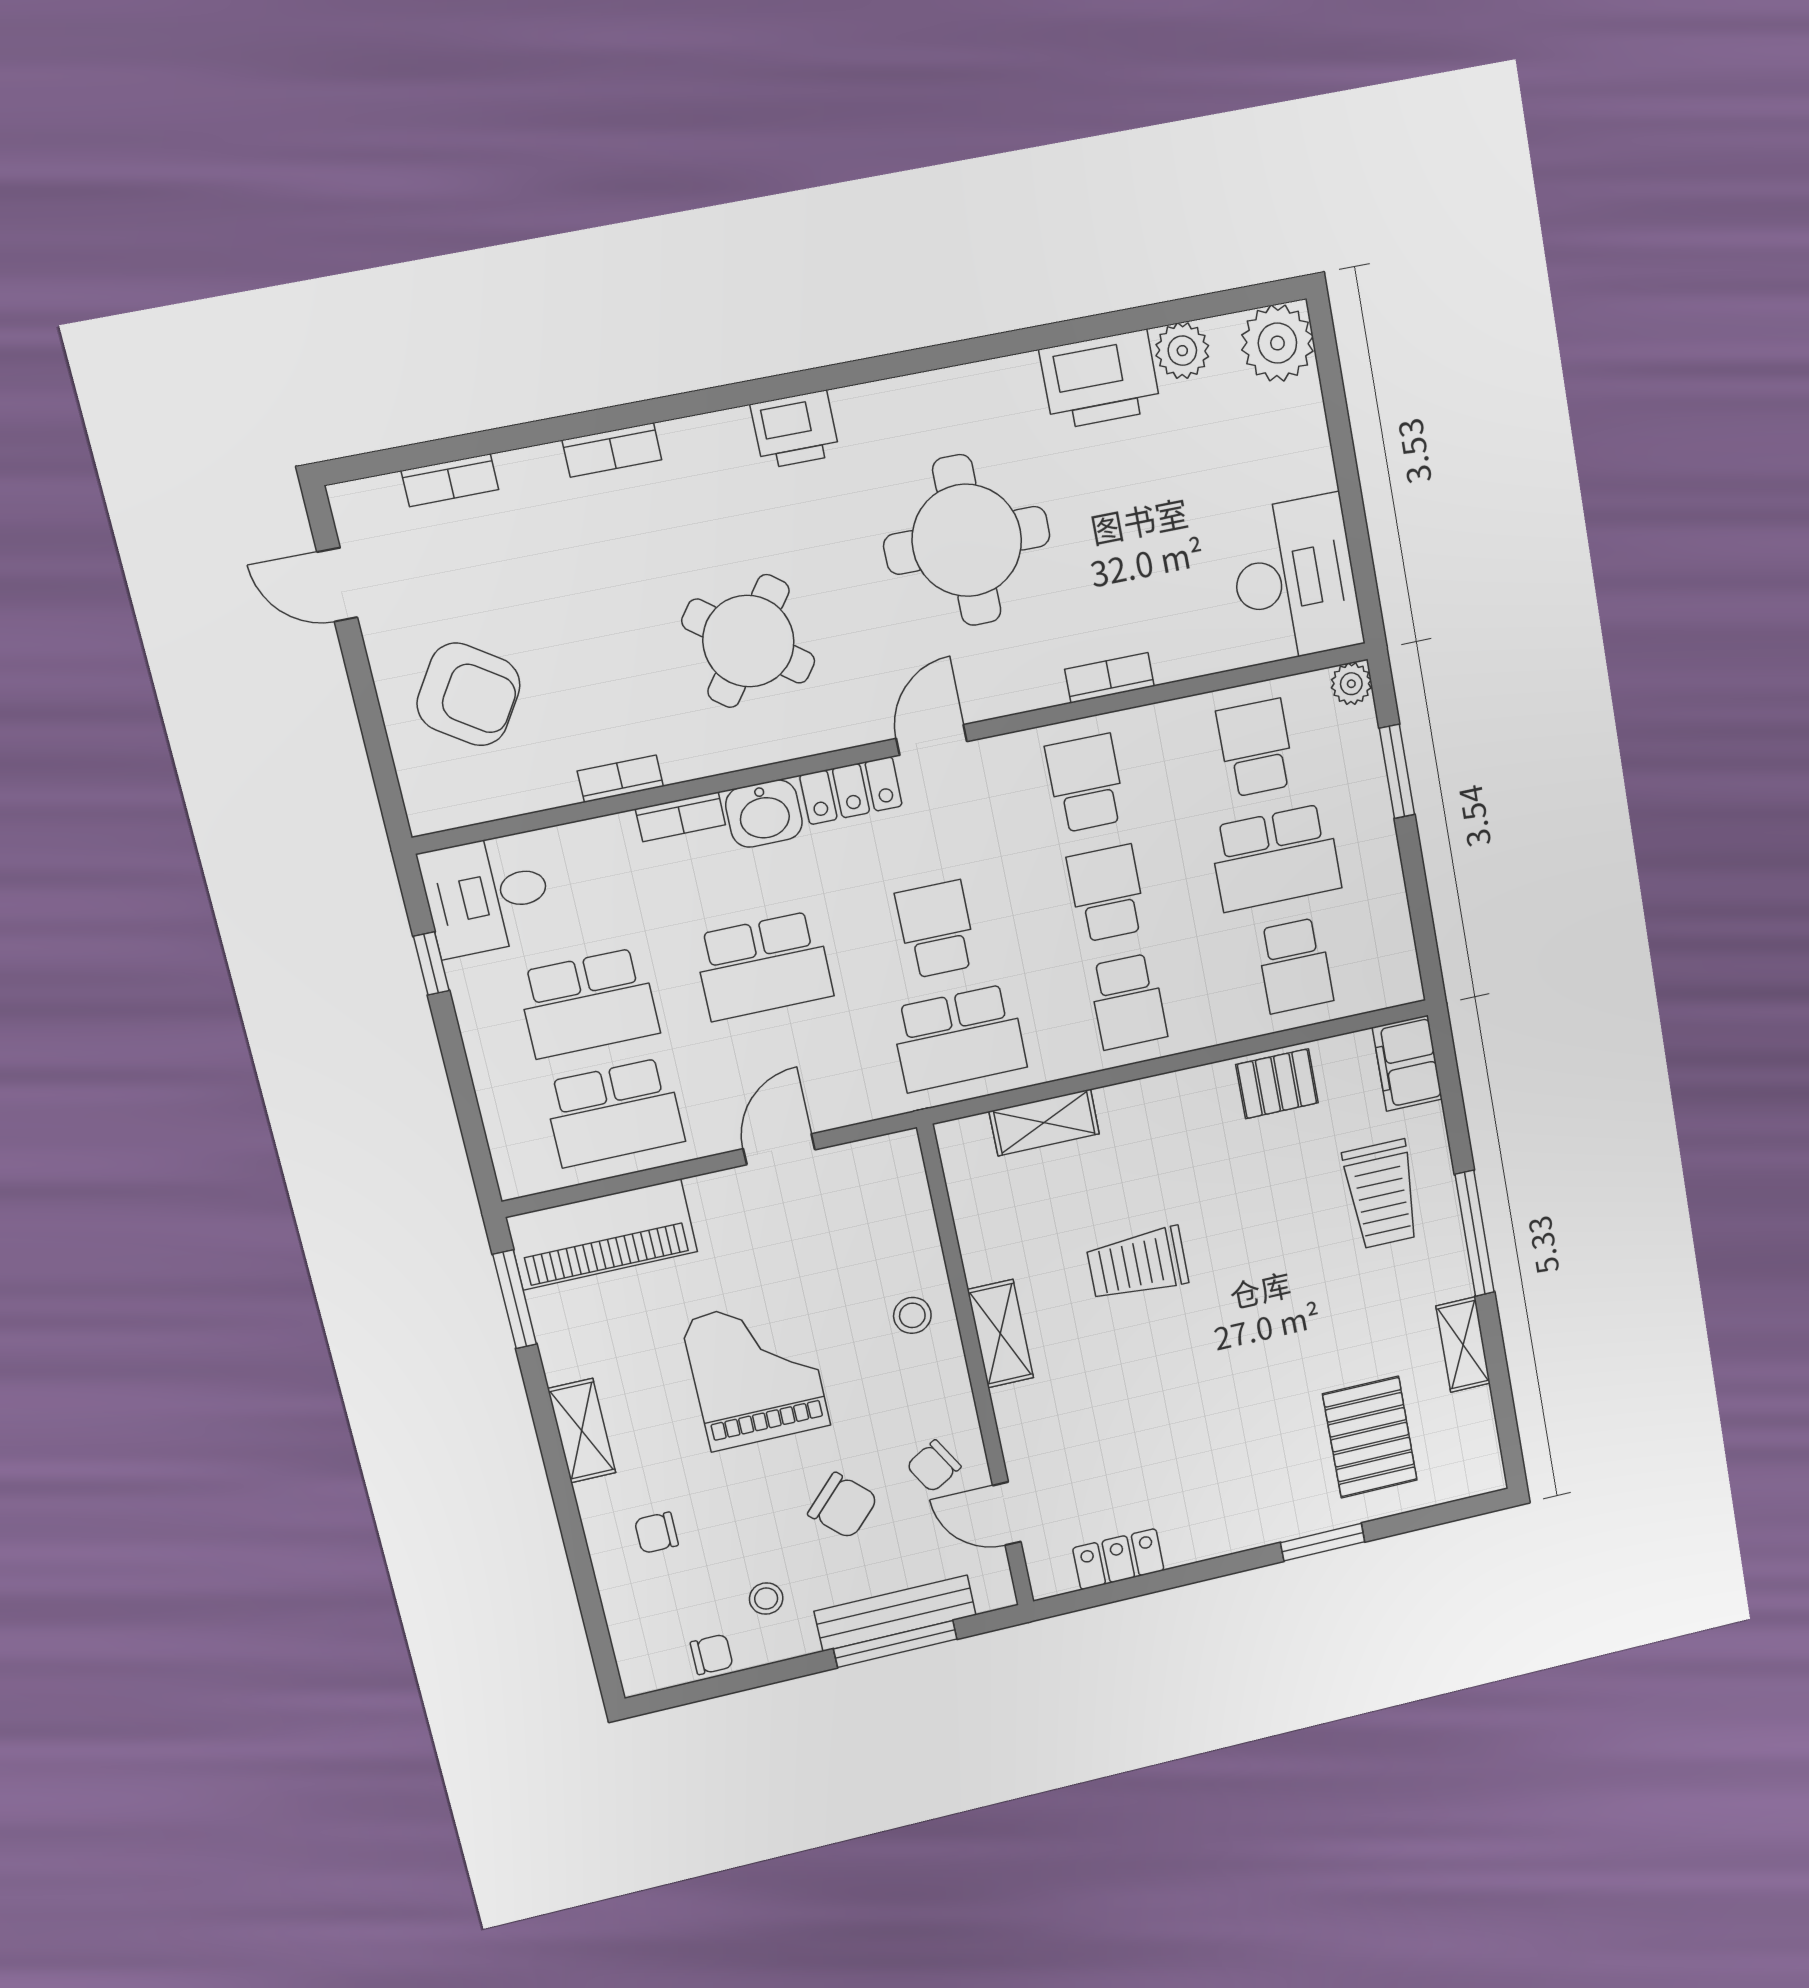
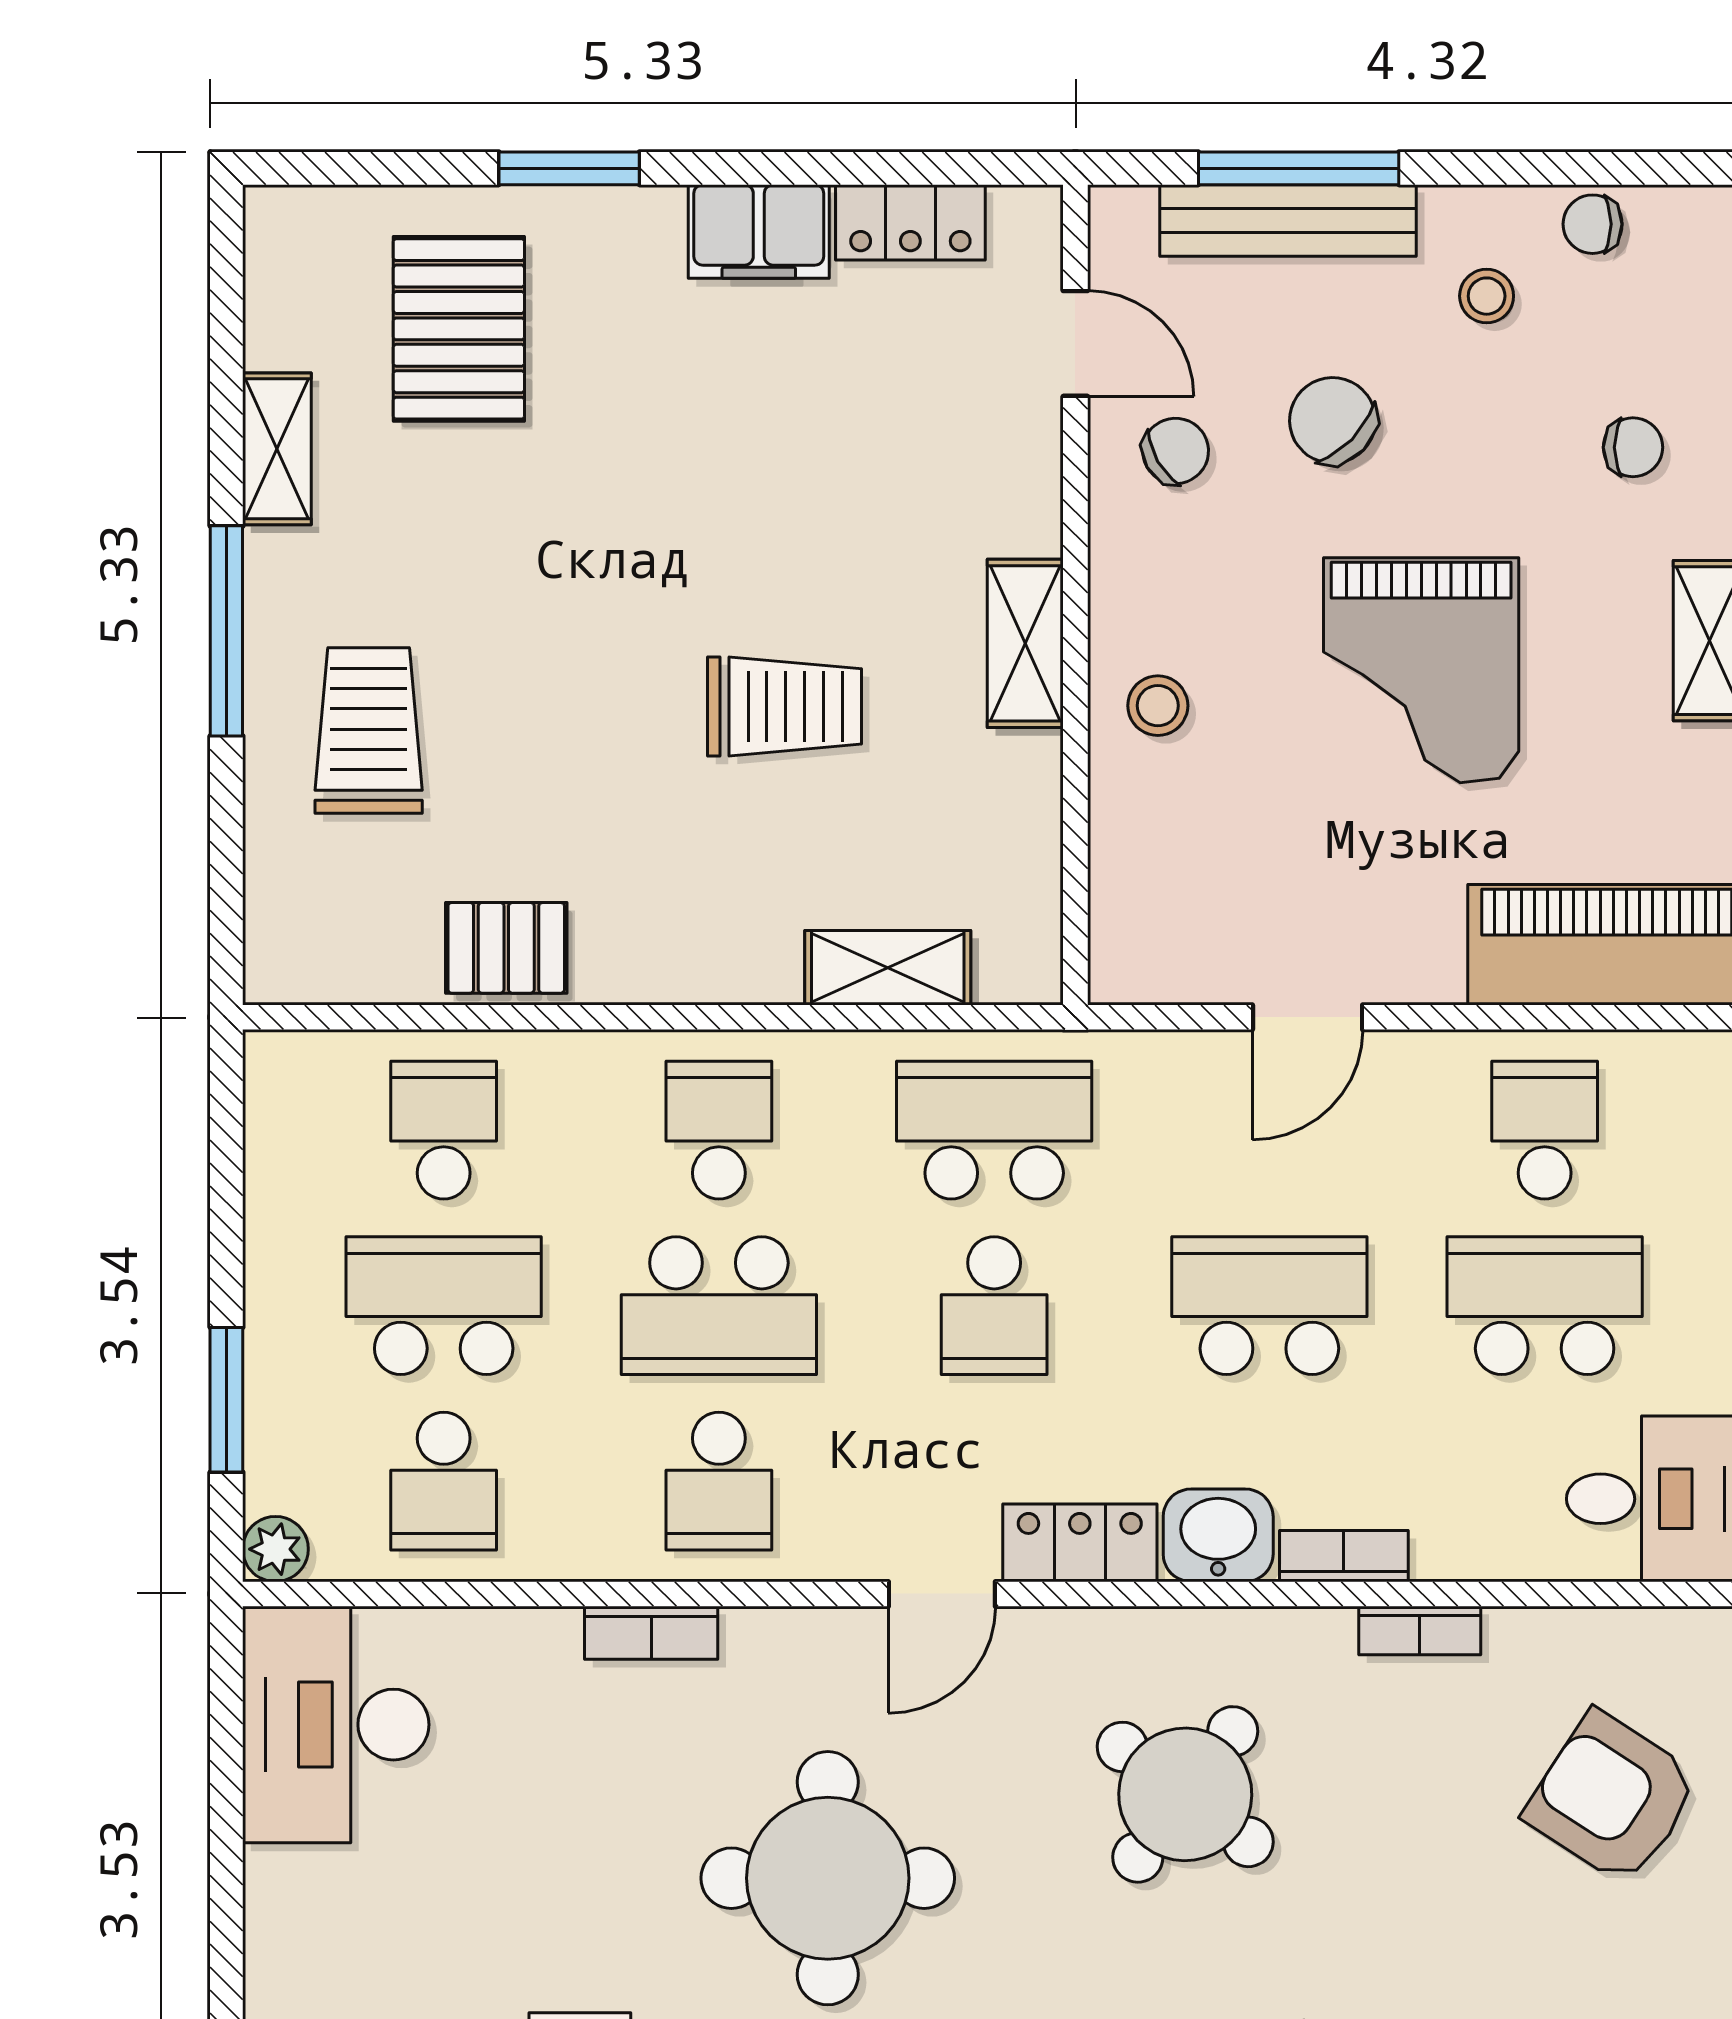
school desk: (1107, 893) -> (719, 1306), width x1.85
filing cabinet: (1407, 1063) -> (759, 232), moved, turned 90
school desk: (614, 1112) -> (1545, 1130), width x0.54

